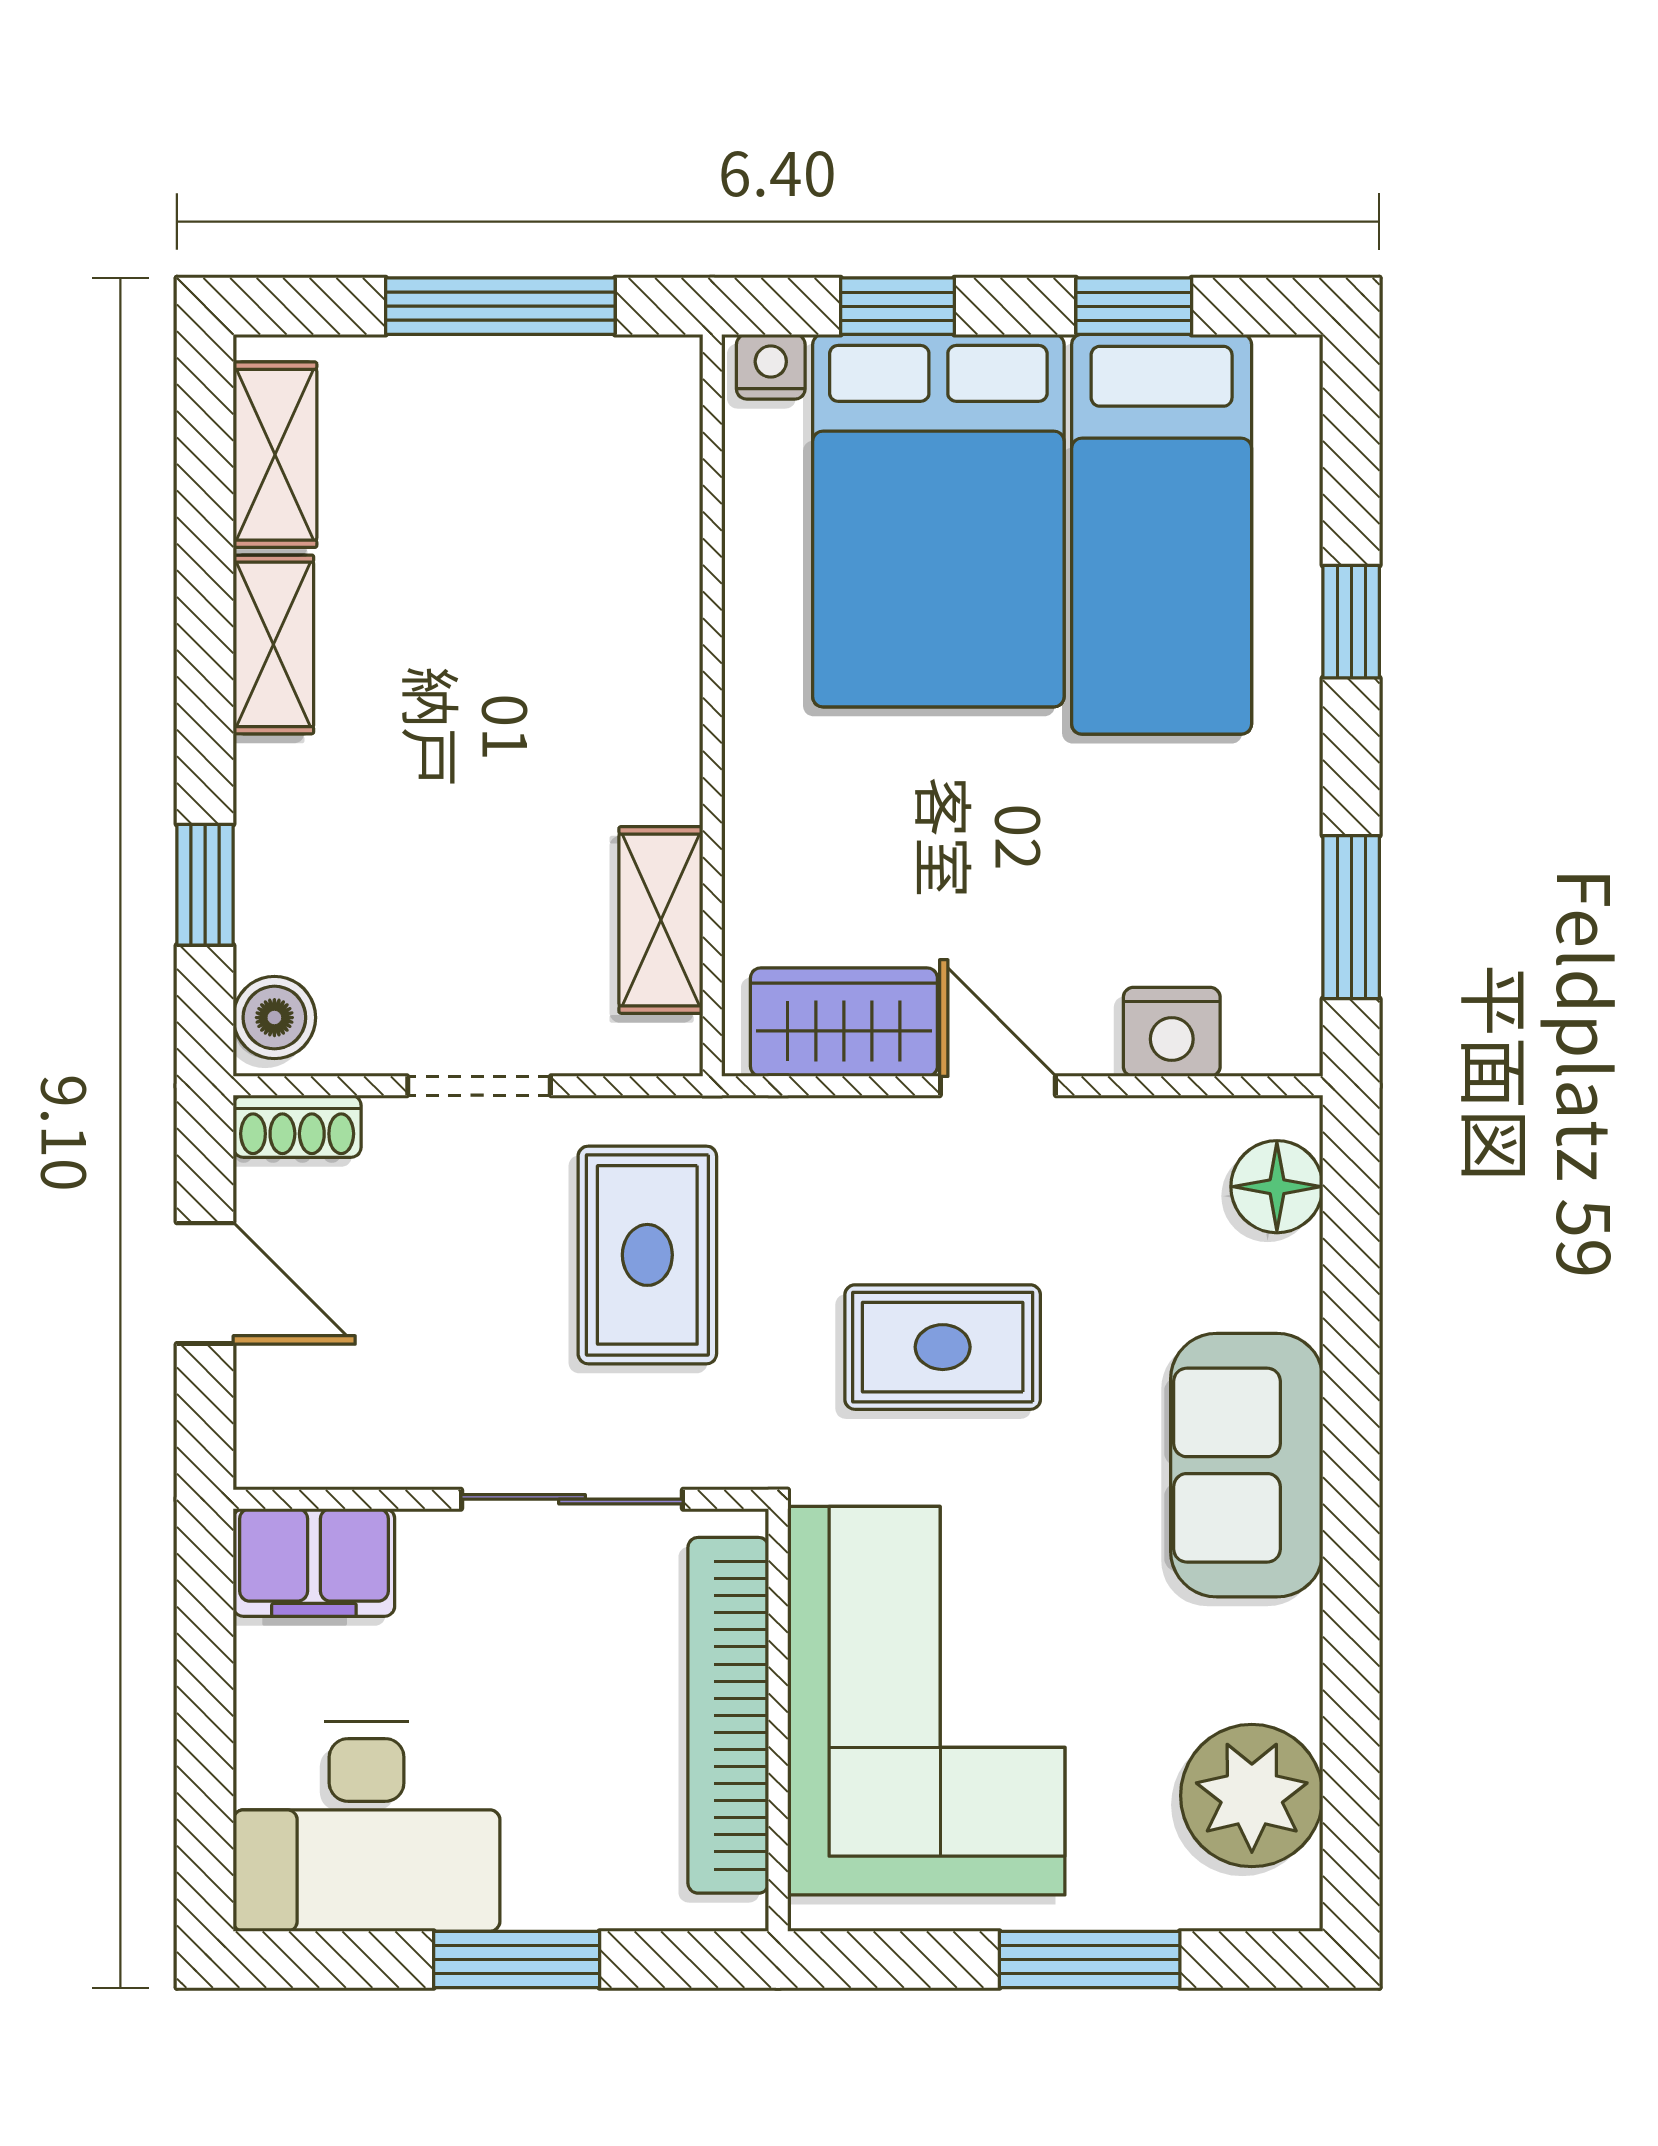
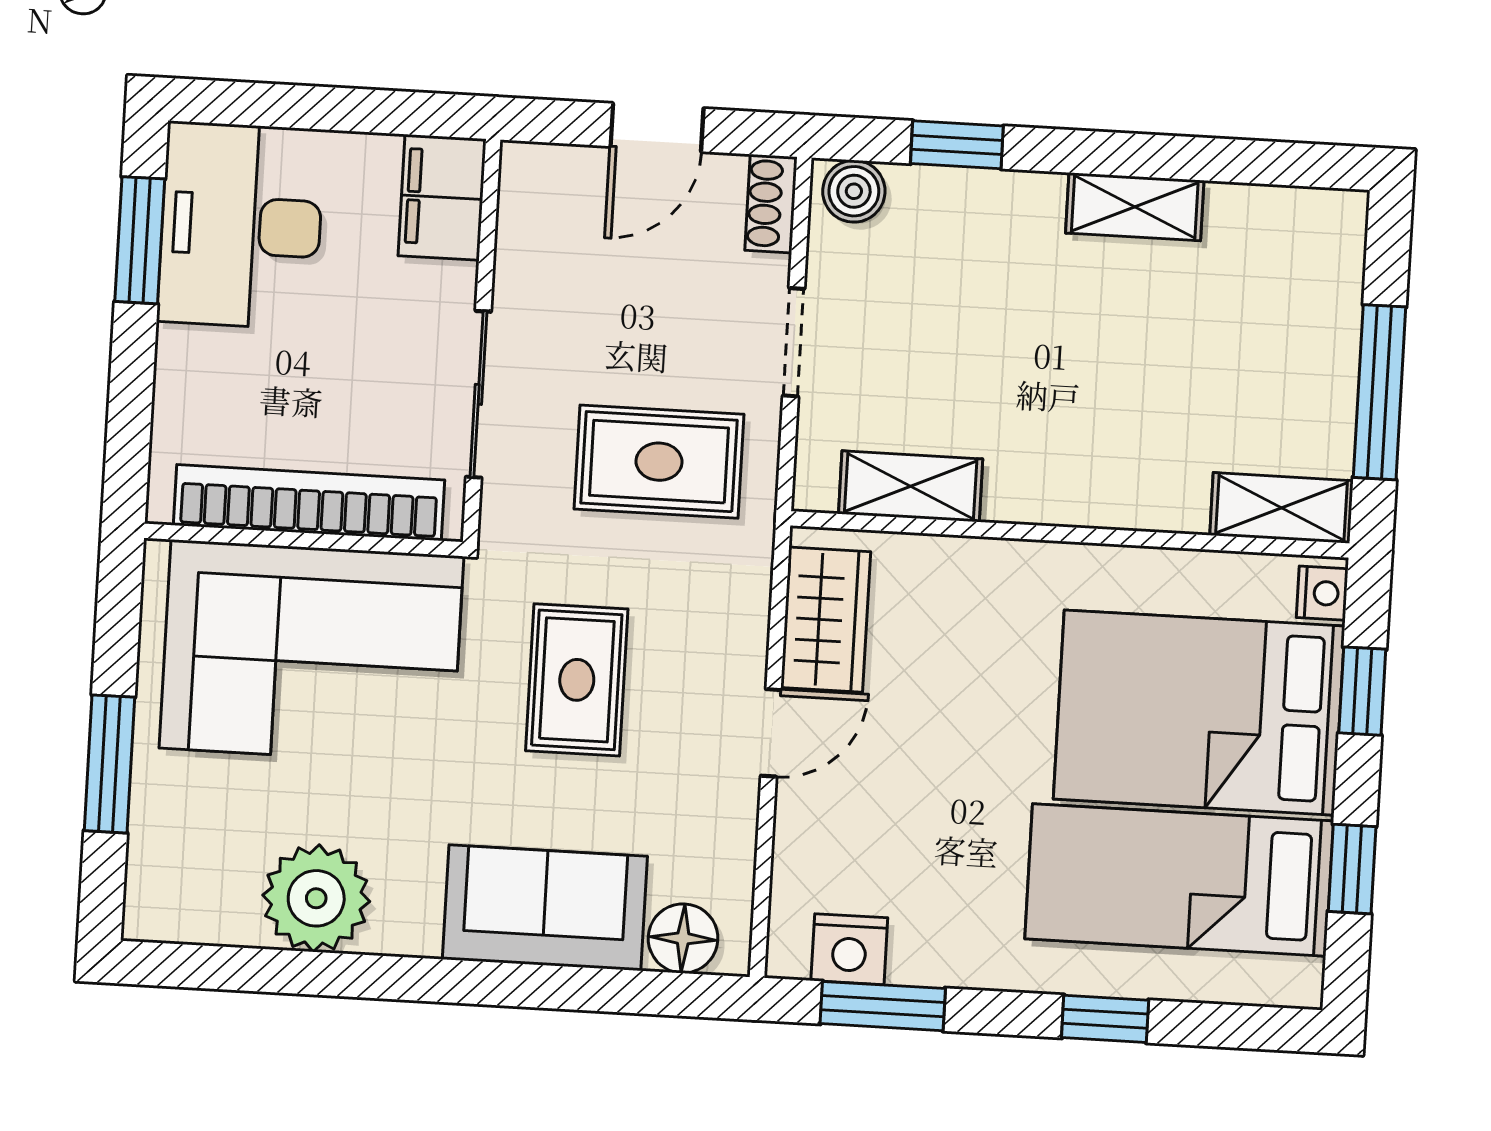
shelving: (275, 455) -> (1281, 508), moved
nightstand: (1172, 1032) -> (849, 949), moved, turned -90
sofa: (1247, 1465) -> (545, 908), moved
plant: (1252, 1796) -> (316, 898), moved
window: (517, 1960) -> (140, 240), moved

